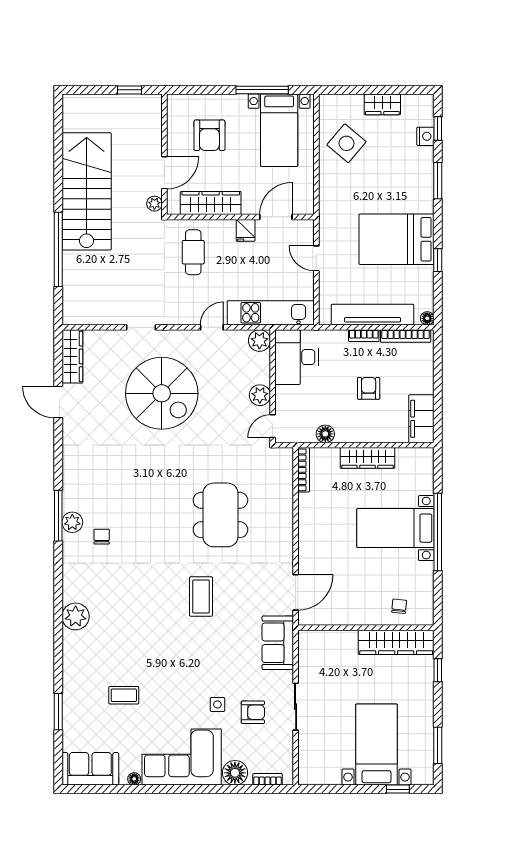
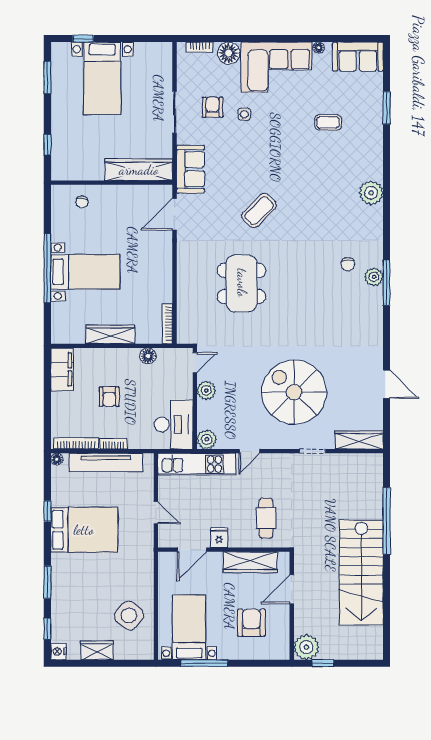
nightstand: (425, 136) -> (58, 652), moved
plant: (154, 204) -> (306, 647), moved, width x1.88, depth x1.88
wardrobe: (72, 356) -> (359, 440), moved, turned 90
coffee table: (201, 597) -> (259, 211), turned 45
wardrobe: (396, 642) -> (139, 170), moved
armchair: (253, 712) -> (213, 107), turned 90

